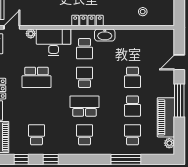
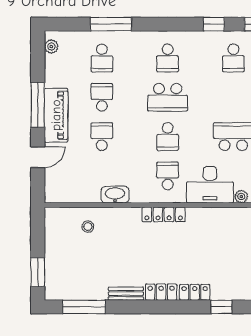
washbasin: (105, 35) -> (115, 195), moved
piano: (166, 117) -> (56, 115), moved

